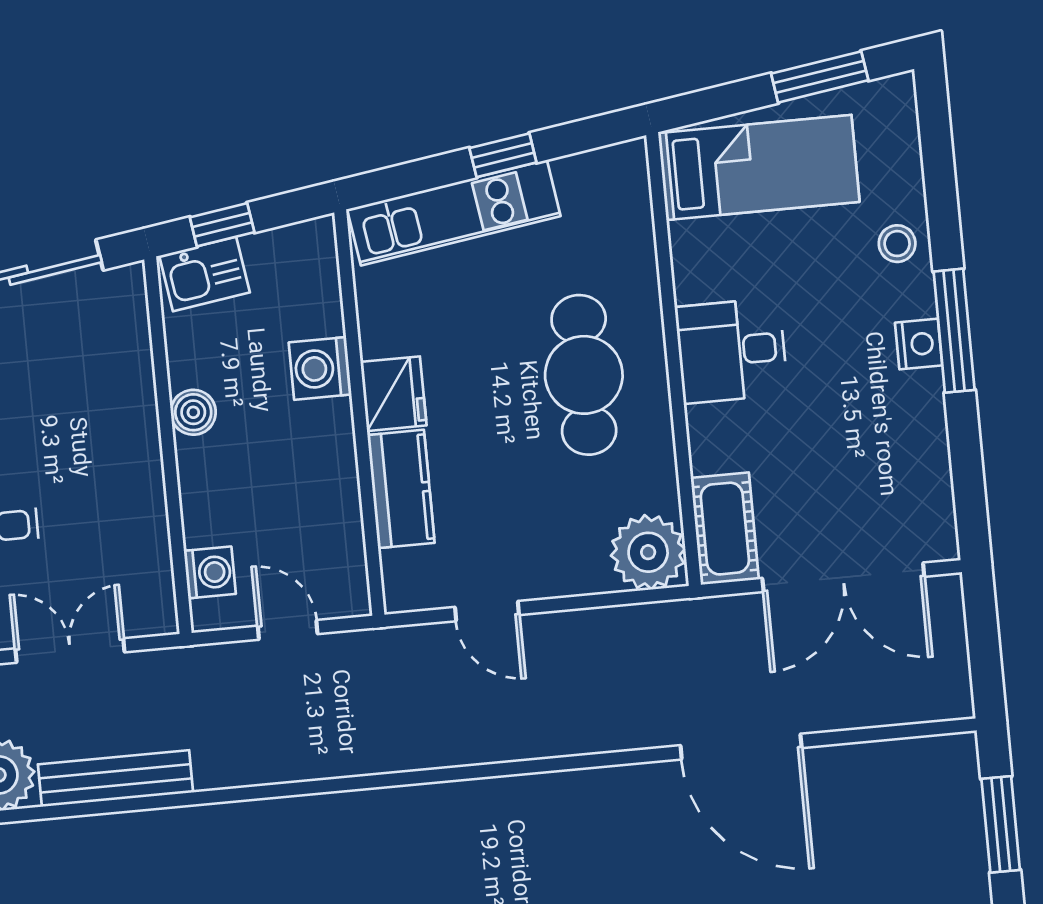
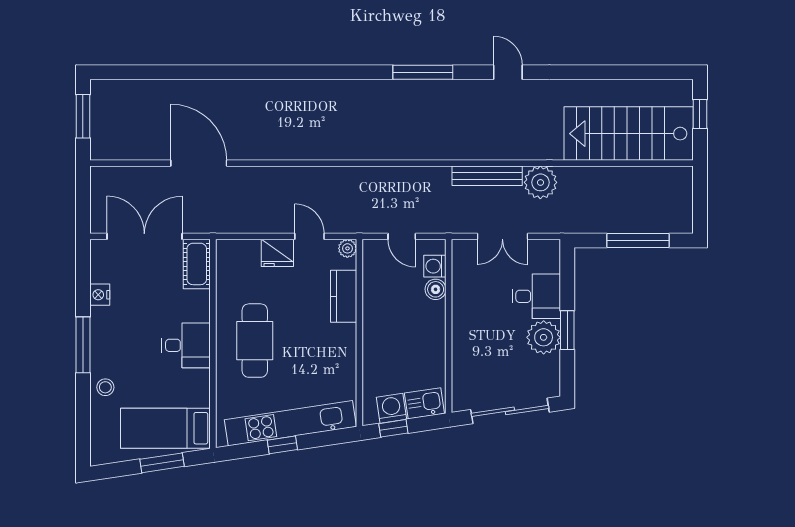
window: (820, 77) -> (162, 463), moved
kitchen unit: (454, 213) -> (290, 423), width x1.36
window: (222, 225) -> (393, 428), moved
nightstand: (919, 344) -> (100, 295), moved
washing machine: (320, 368) -> (391, 408), moved, turned -98
fridge: (394, 394) -> (277, 253), moved, turned -90
boiler: (193, 412) -> (436, 289), moved
plant: (648, 552) -> (347, 248), moved, width x0.53, depth x0.53

